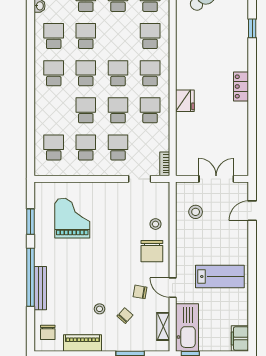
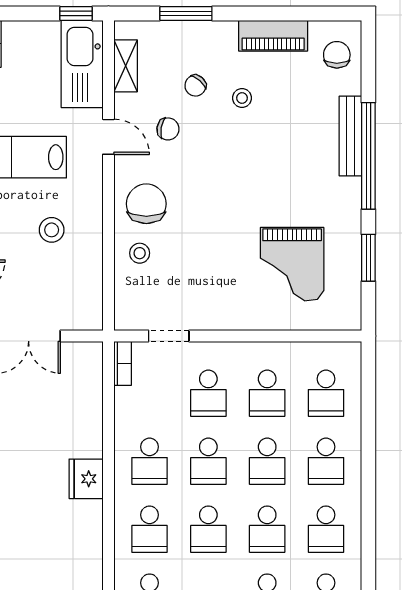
school desk: (54, 110) -> (326, 461), added
stool: (196, 212) -> (52, 230), moved

